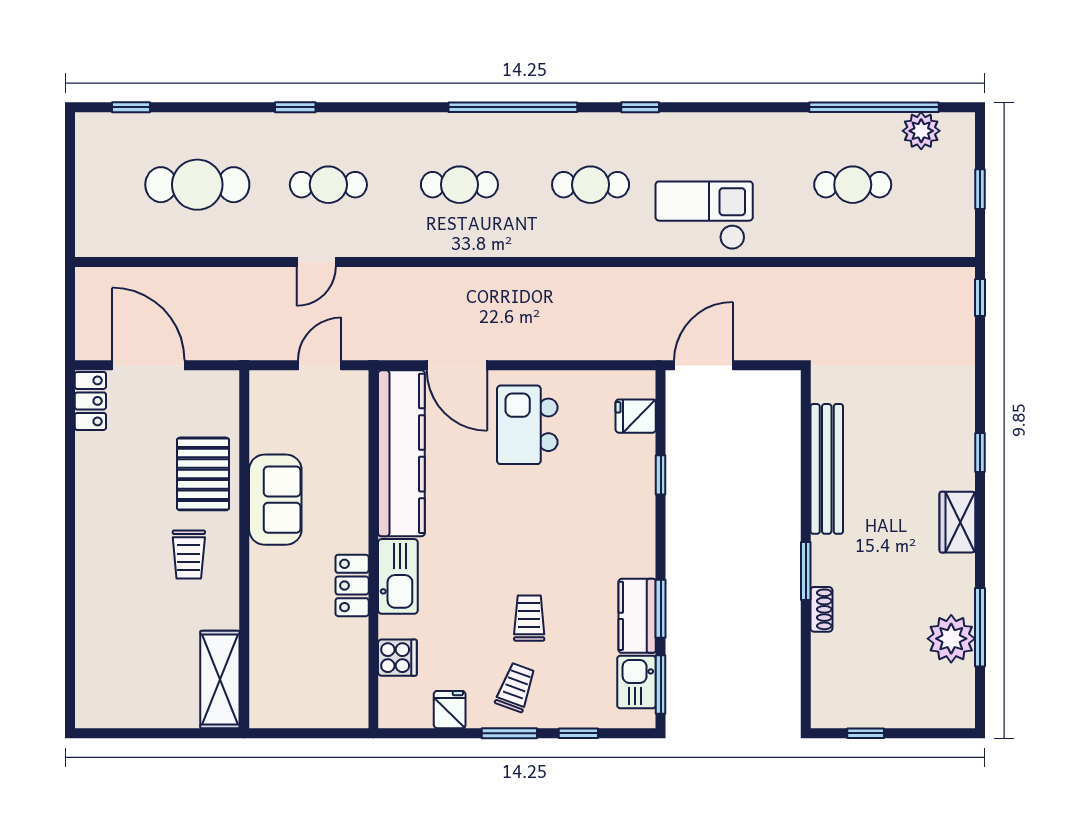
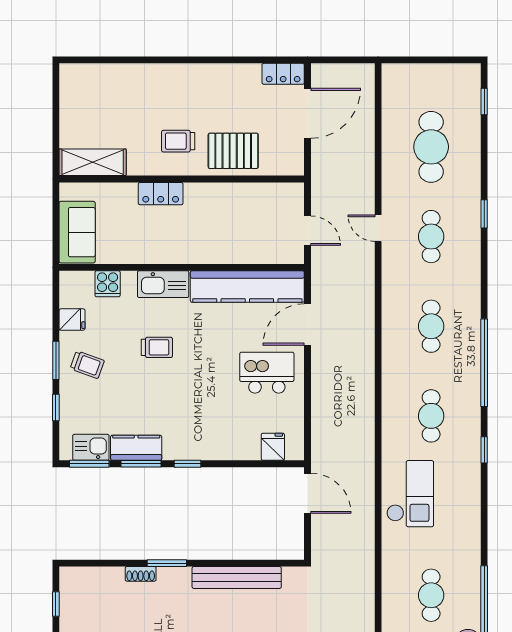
window: (661, 475) -> (188, 464), moved
sofa: (275, 500) -> (77, 232), moved, turned -90
locker: (352, 585) -> (161, 194), moved, turned 180
trolley: (529, 618) -> (157, 347), moved

